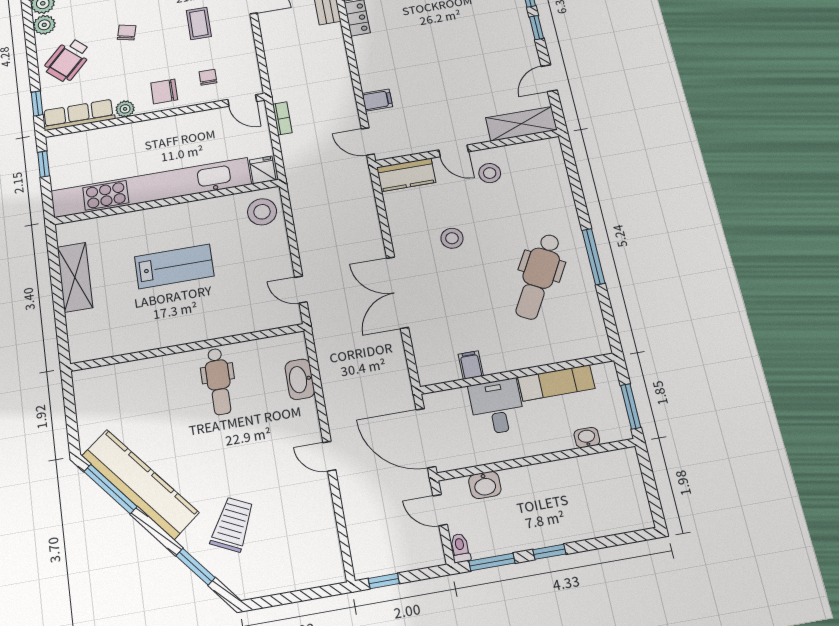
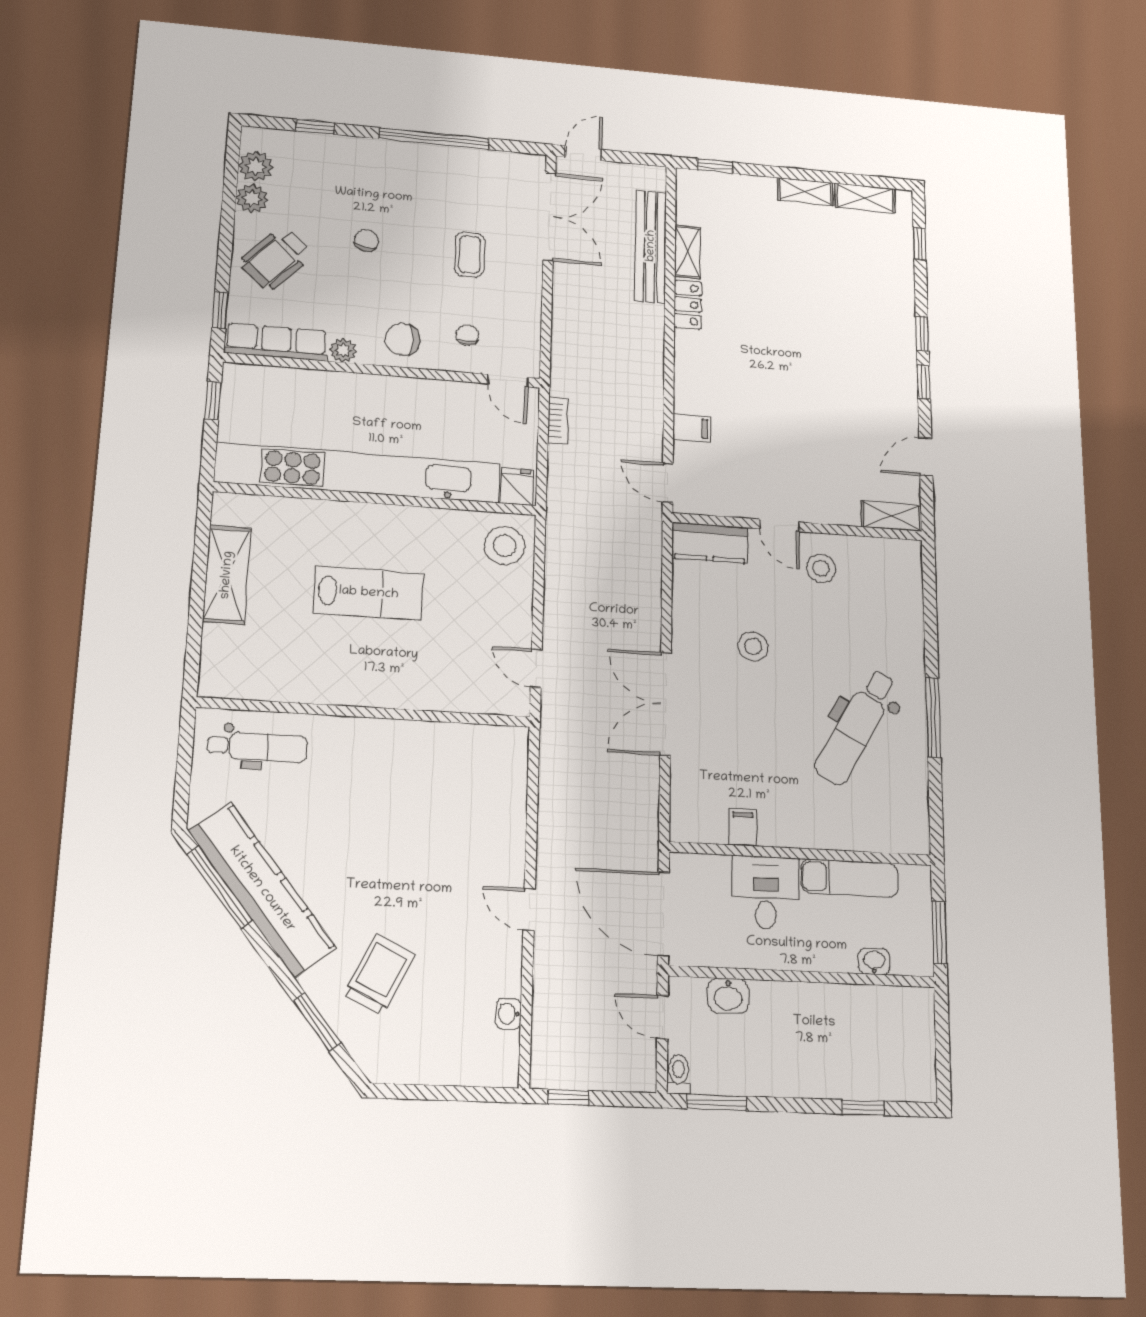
shelving: (521, 124) -> (892, 516), width x0.67, depth x0.75
washbasin: (300, 379) -> (508, 1014), moved, width x0.52, depth x0.69
dental chair: (219, 381) -> (257, 747), moved, turned -90
window: (549, 552) -> (863, 1108), moved

